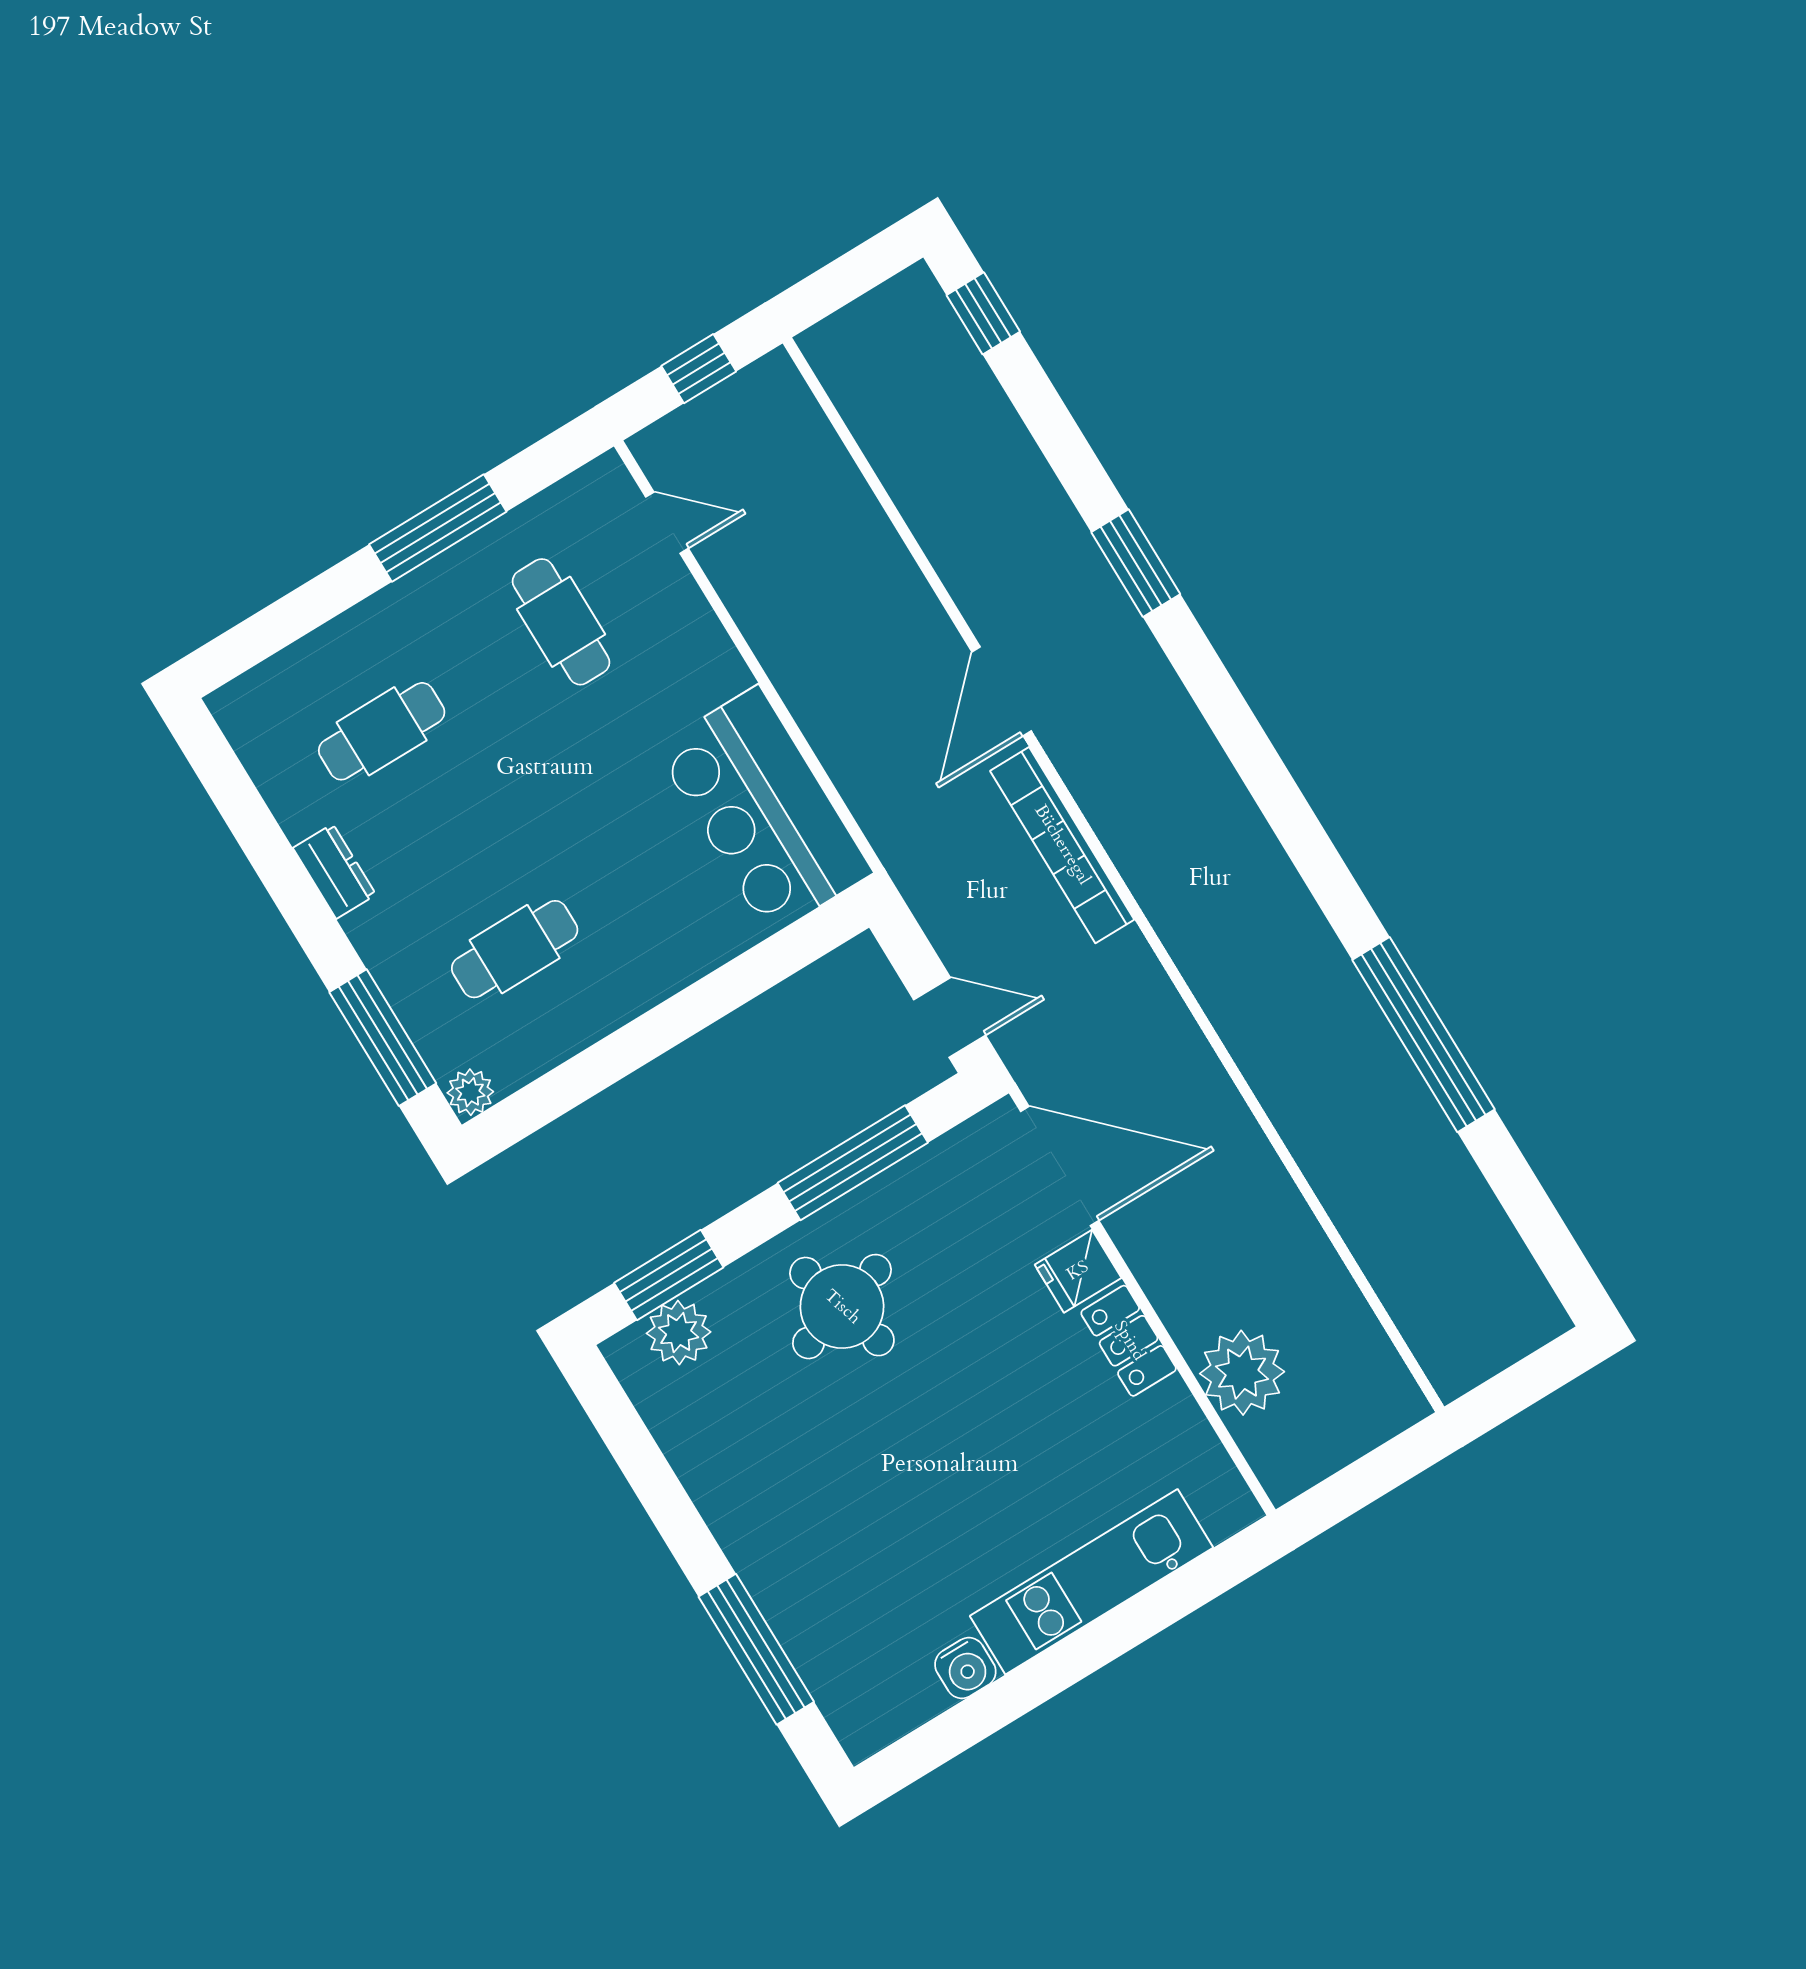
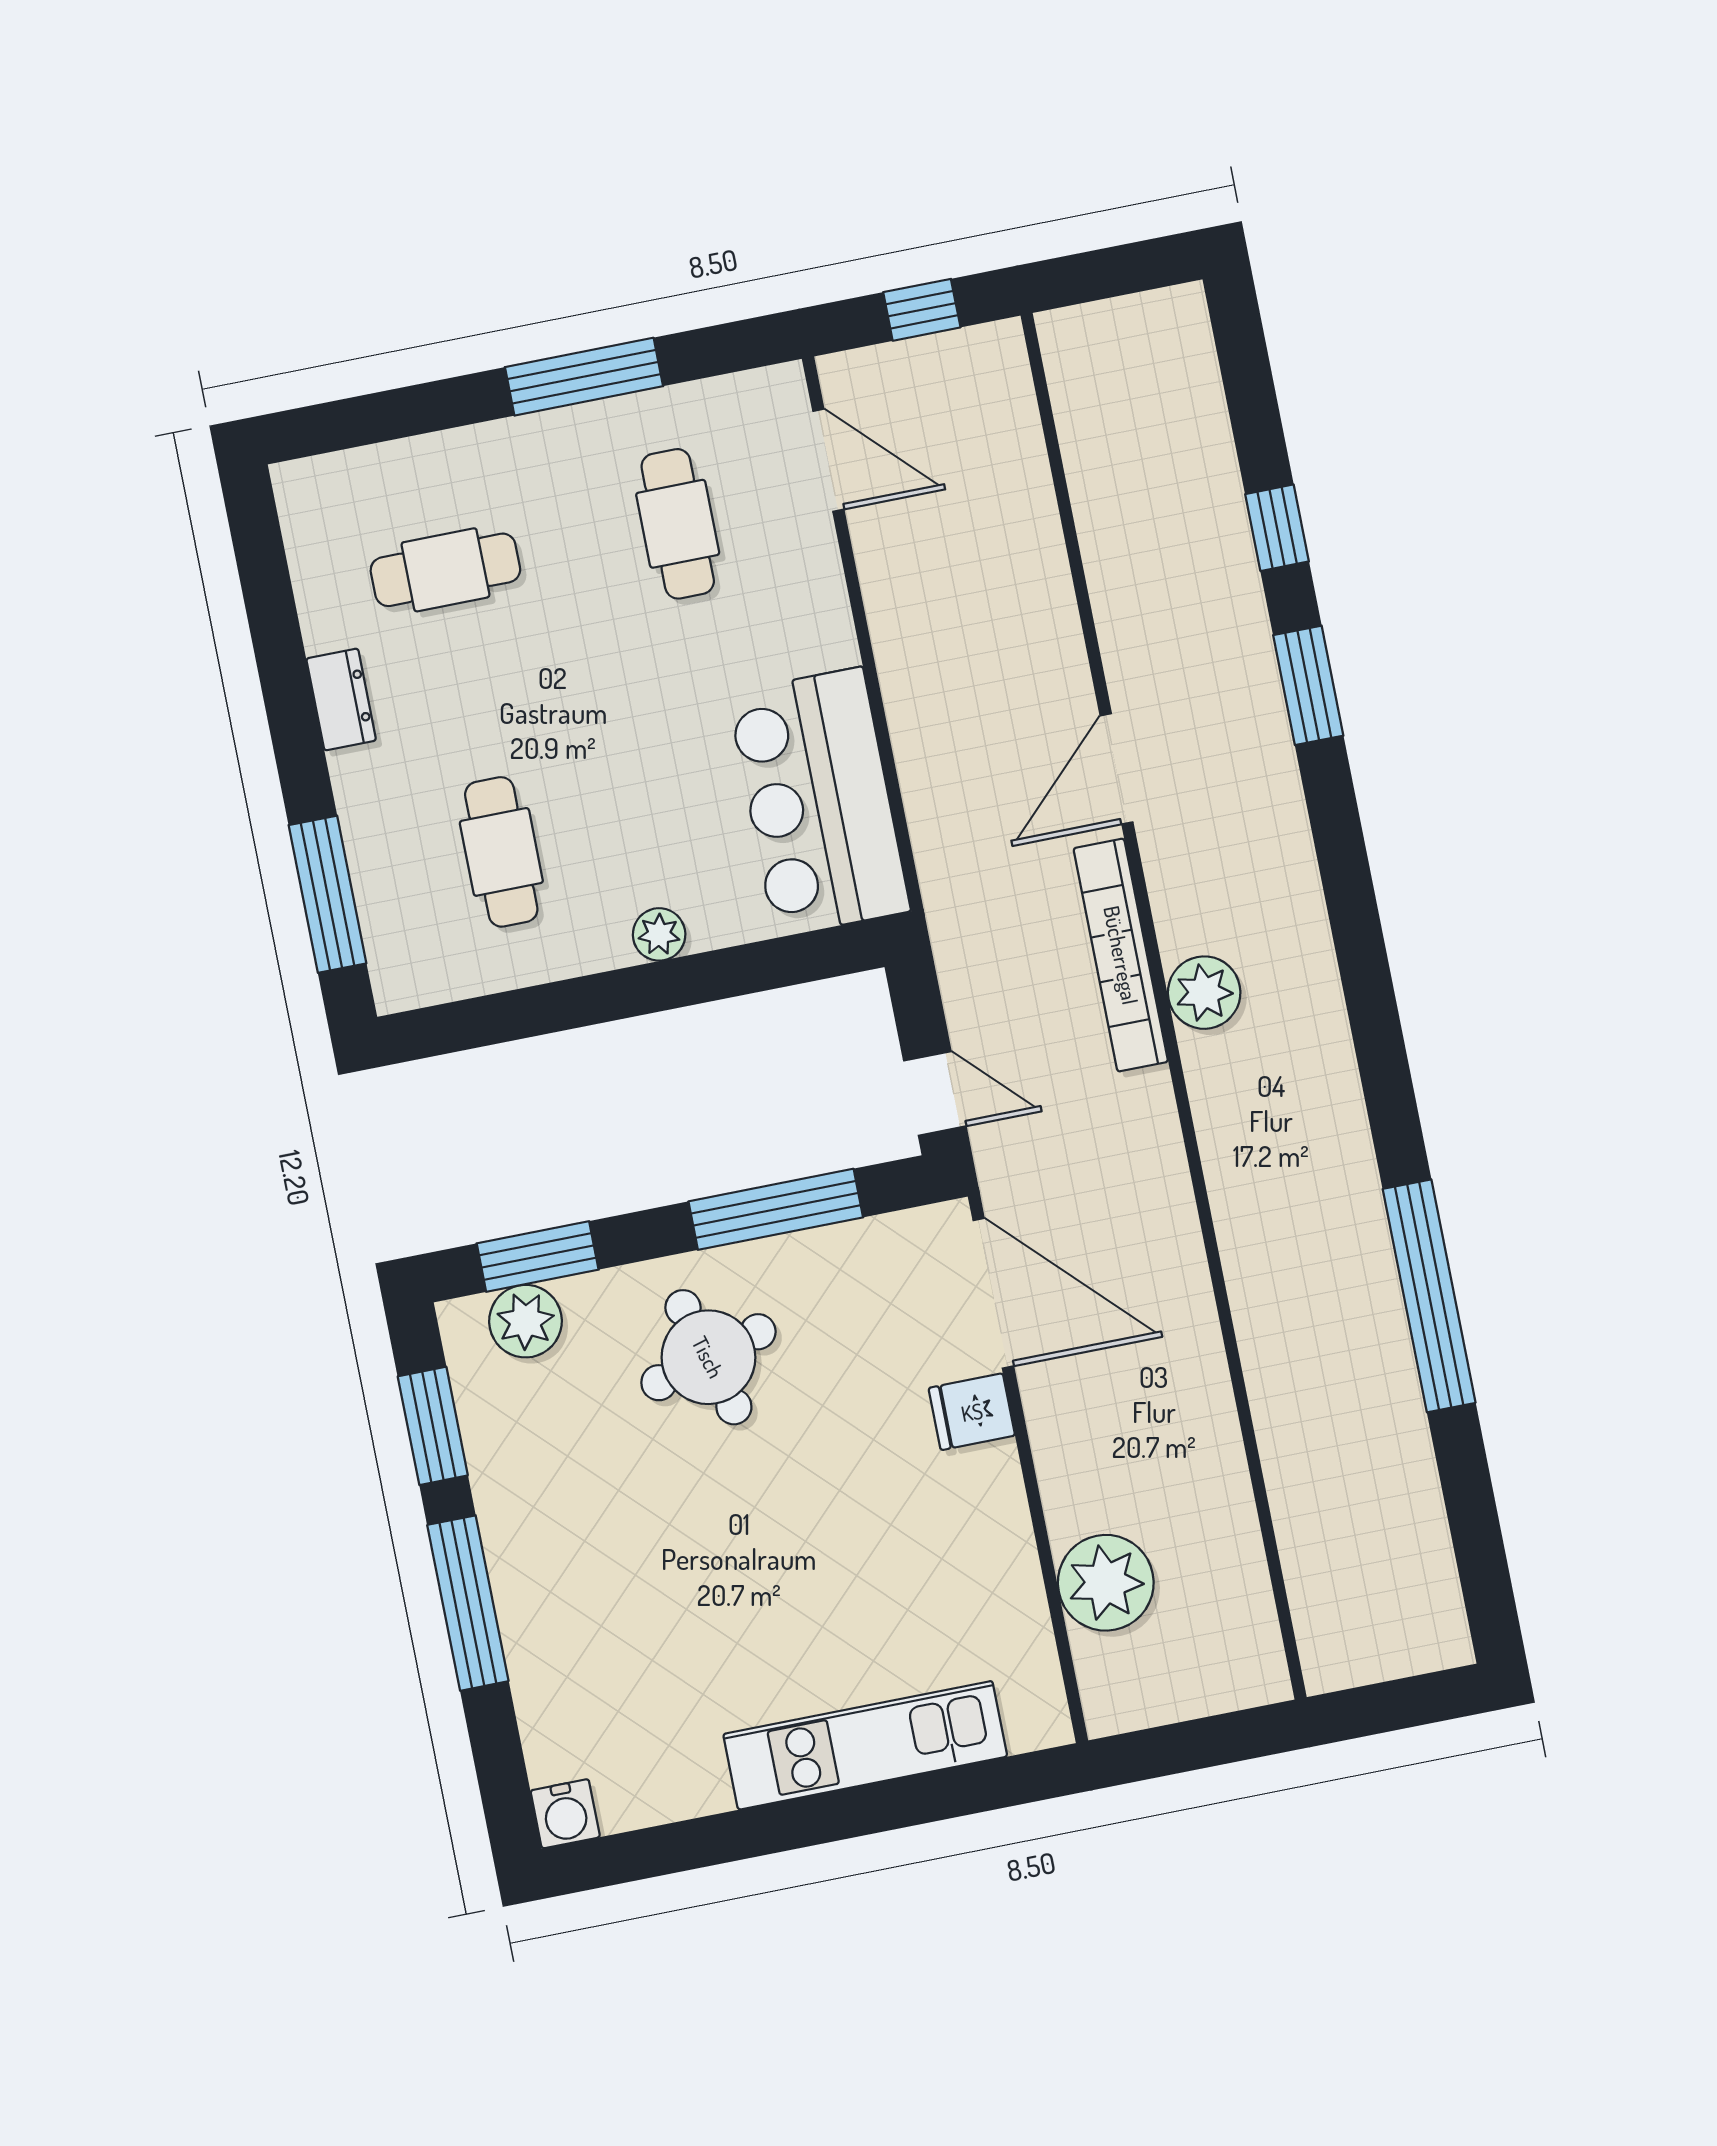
window: (983, 313) -> (1277, 528), moved
door: (667, 523) -> (828, 460), width x1.38
plant: (1143, 851) -> (1204, 993), added
cafe table: (515, 949) -> (501, 852), turned 90
plant: (470, 1092) -> (659, 934), moved
locker: (1129, 1341) -> (998, 1505), removed
window: (633, 1448) -> (433, 1426), added
window: (756, 1649) -> (468, 1603), moved
water cooler: (965, 1668) -> (565, 1814), moved

